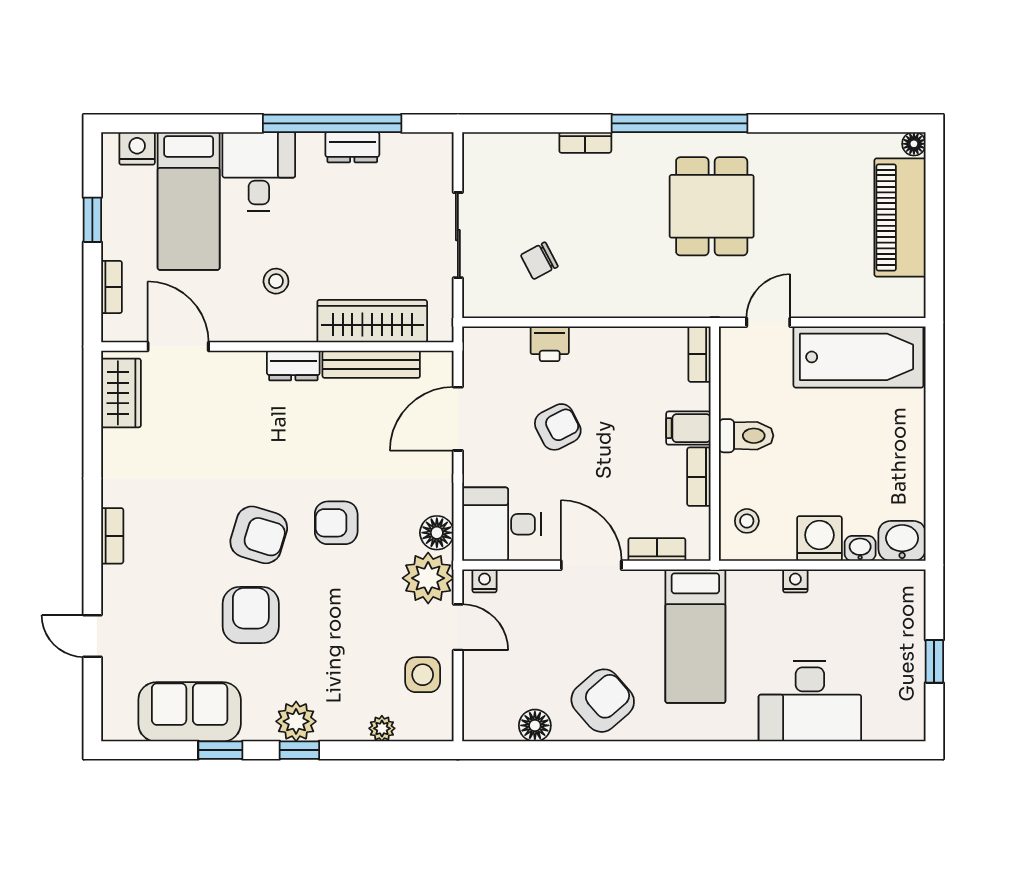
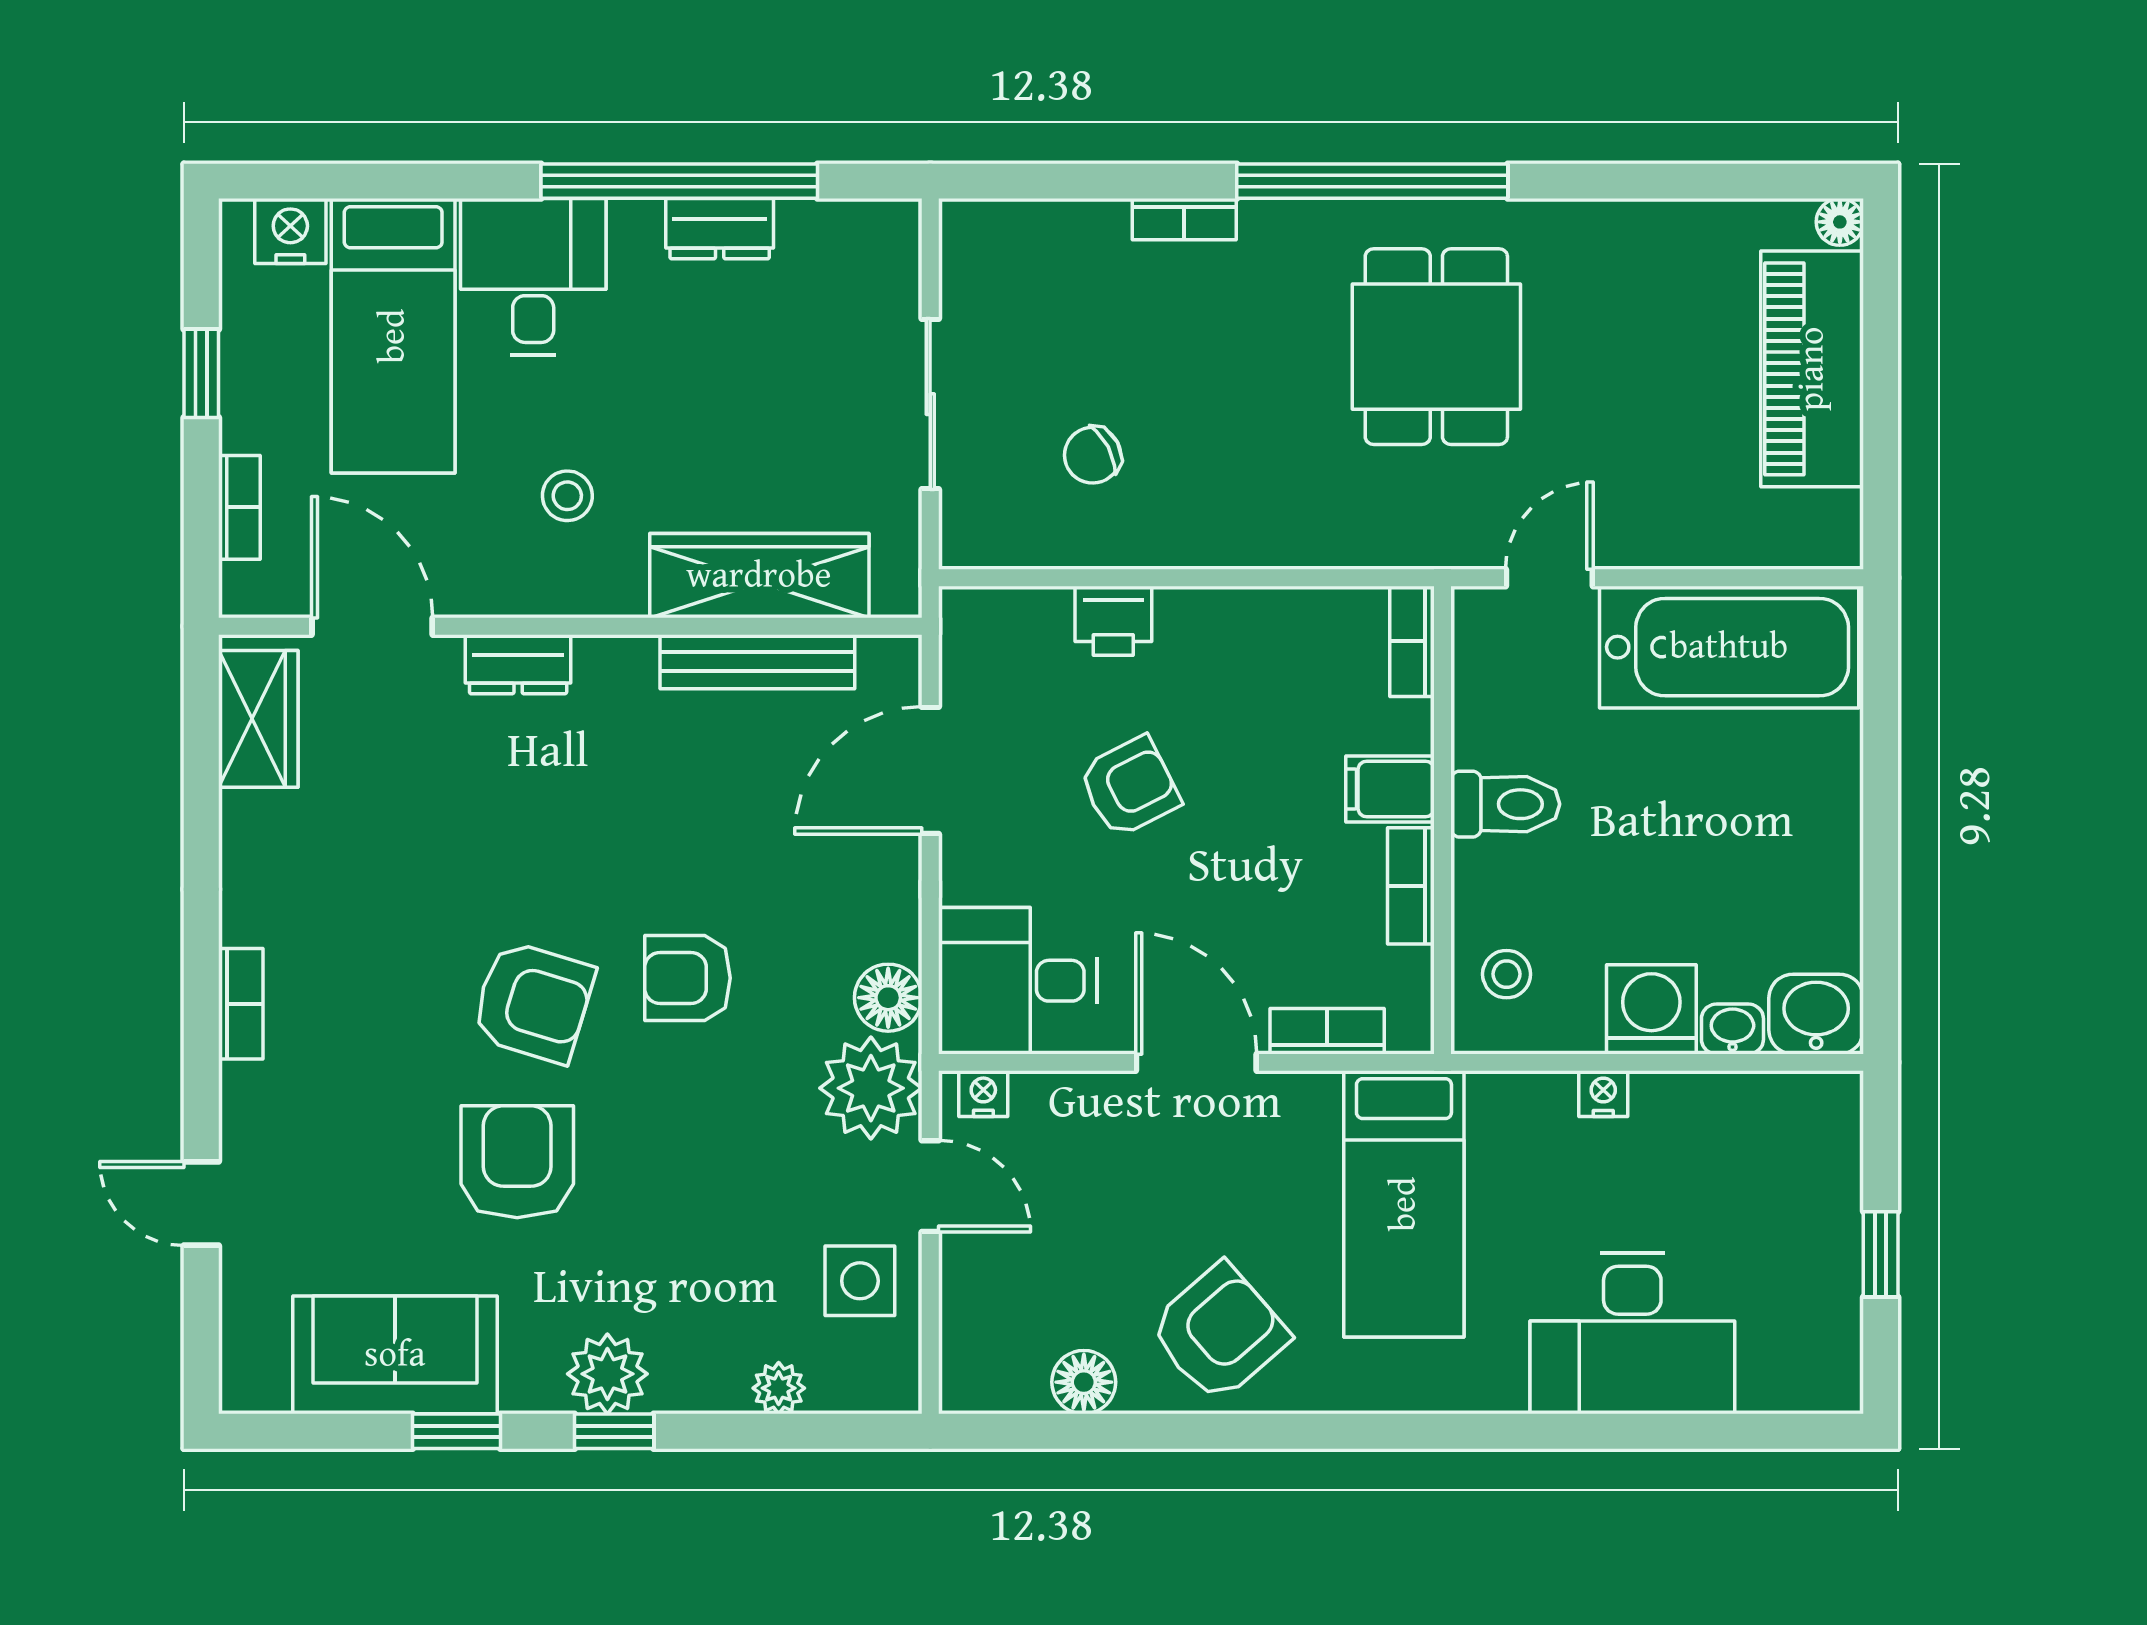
dresser: (293, 366) -> (518, 664), moved

